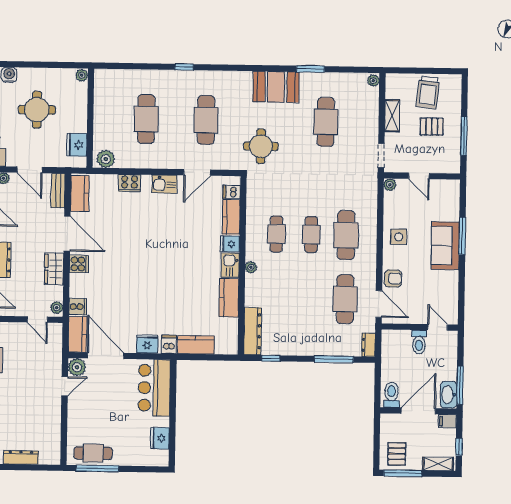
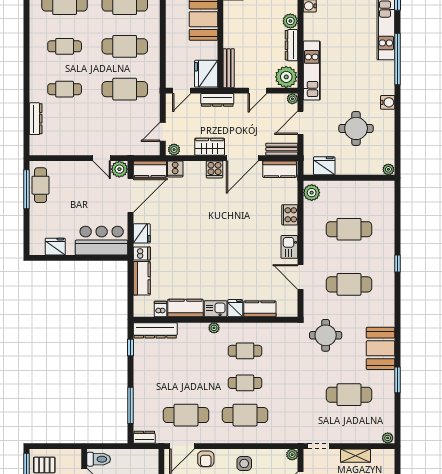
dishwasher: (232, 192) -> (161, 309), moved

